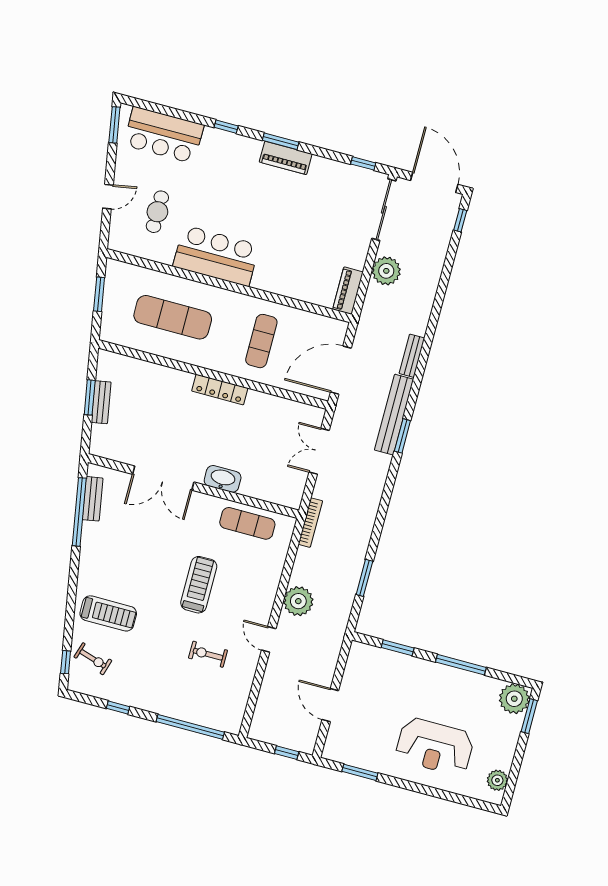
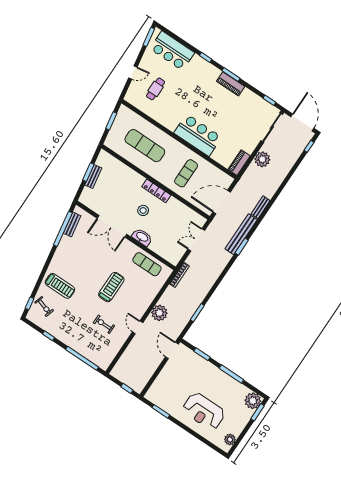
bar counter: (216, 256) -> (198, 135), moved
stool: (208, 432) -> (143, 210), added
door: (330, 705) -> (172, 350), moved

